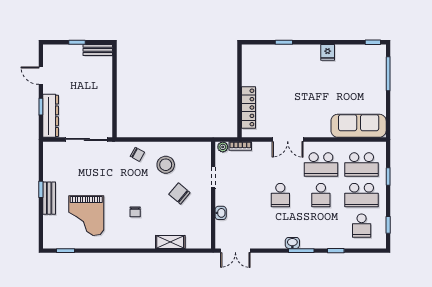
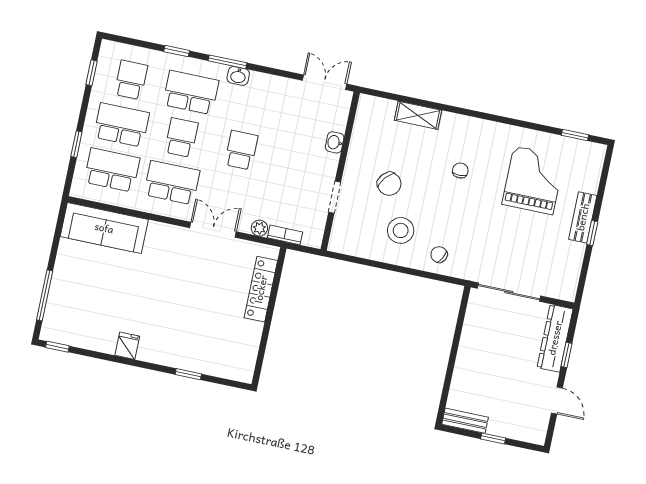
plant: (223, 147) -> (259, 228), moved
school desk: (321, 226) -> (191, 93), added

